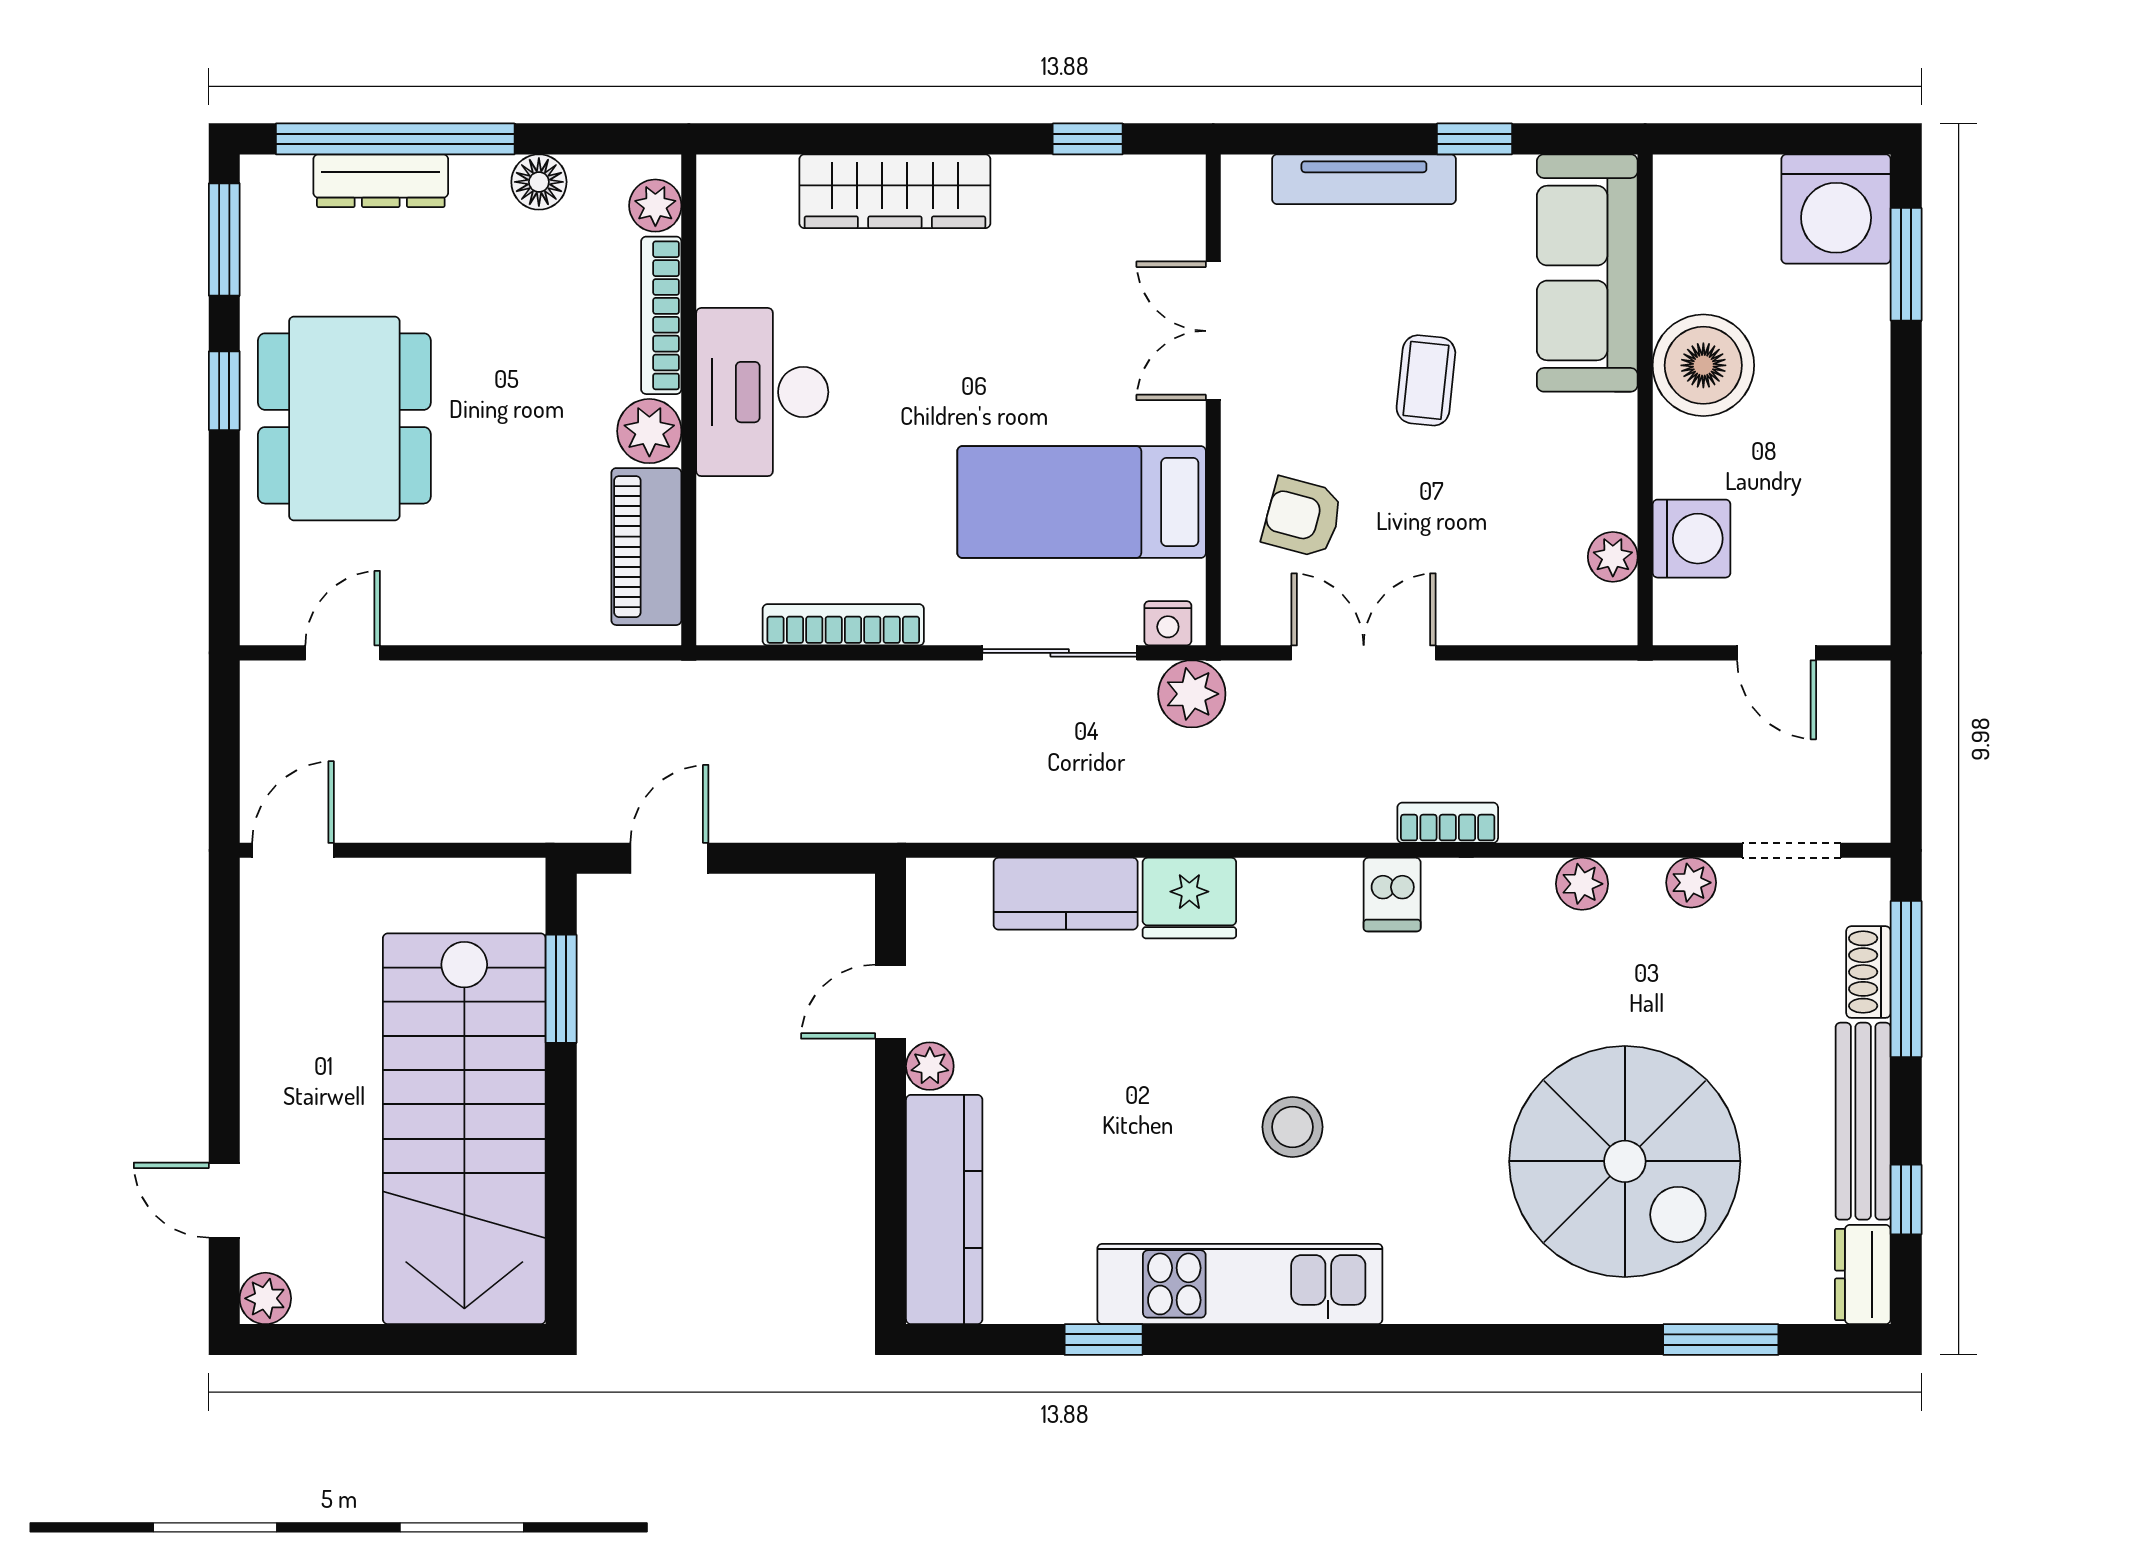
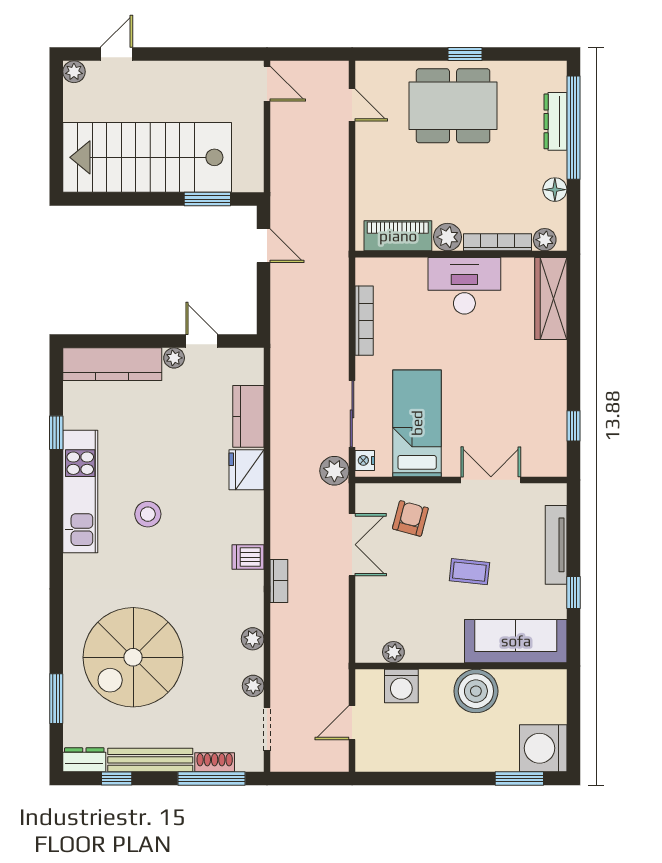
wardrobe: (895, 191) -> (551, 298), moved
window: (224, 239) -> (530, 54), removed

